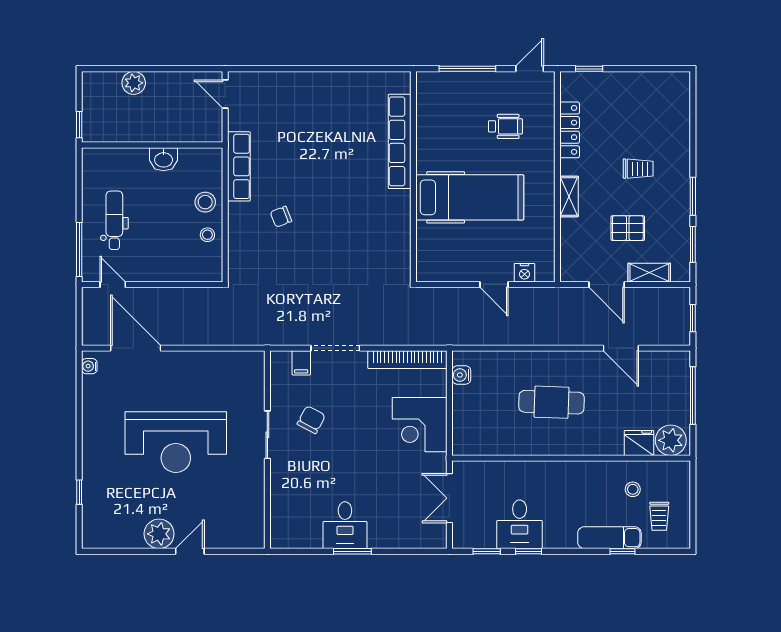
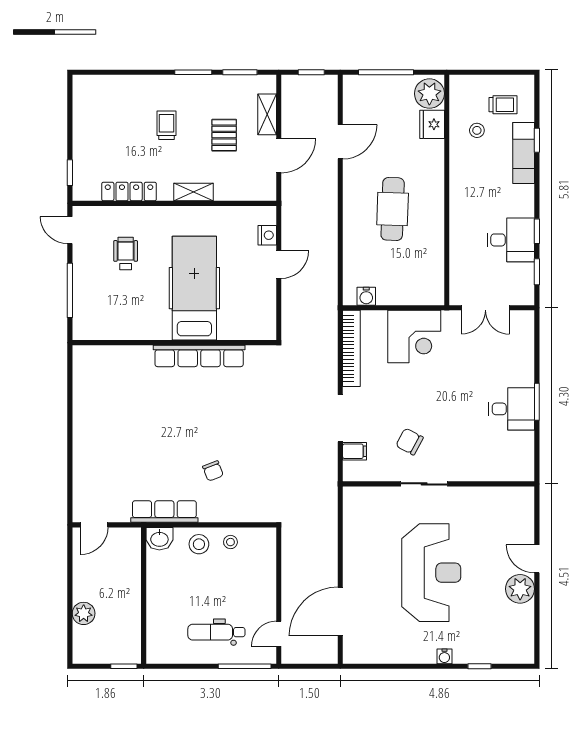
row of seats: (400, 141) -> (199, 356), moved
washbasin: (164, 159) -> (159, 539), moved, turned 90
water cooler: (89, 366) -> (444, 656), moved

